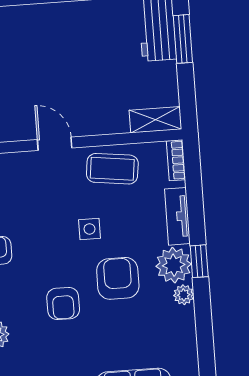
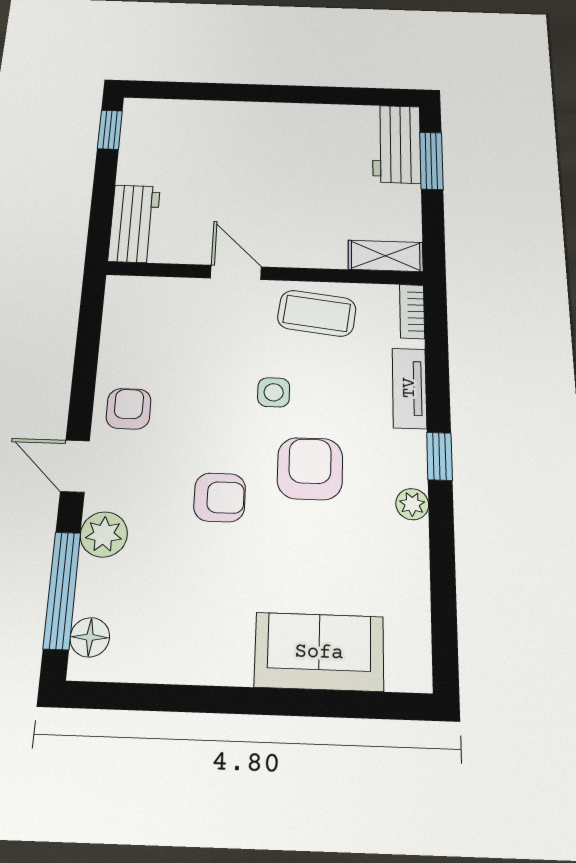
plant: (174, 265) -> (399, 458), removed
armchair: (63, 304) -> (220, 497), turned -90

